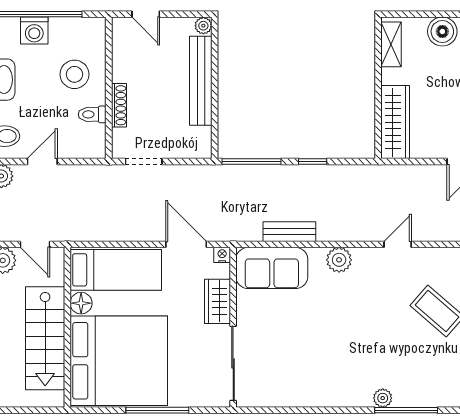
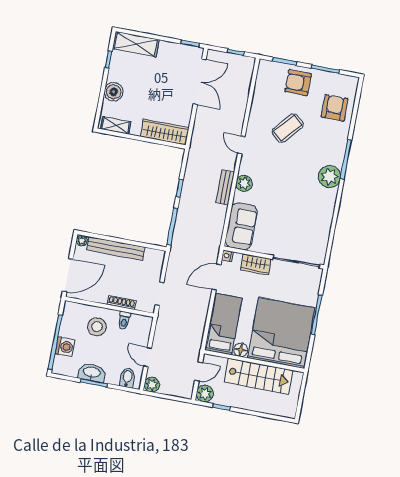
door: (146, 14) -> (68, 275), width x1.88
bench: (289, 232) -> (225, 187), moved
plant: (383, 398) -> (330, 177), width x1.88, depth x1.88

